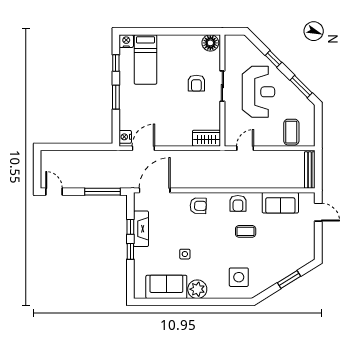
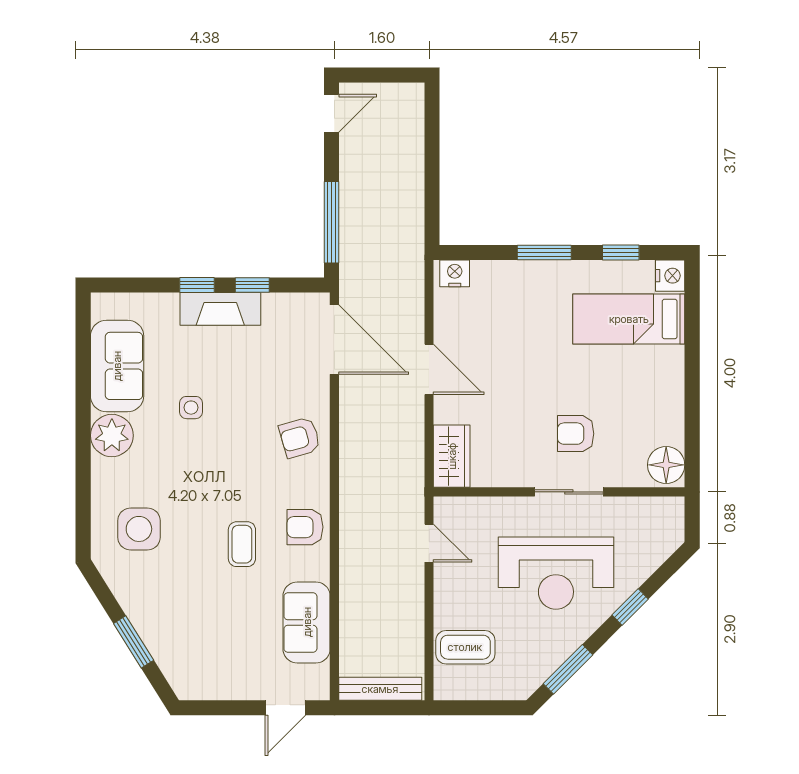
door: (143, 148) -> (429, 369), moved
armchair: (198, 206) -> (300, 438), turned 72
fireplace: (141, 229) -> (220, 309), moved

